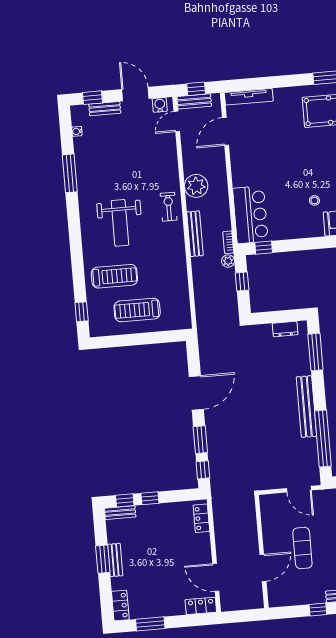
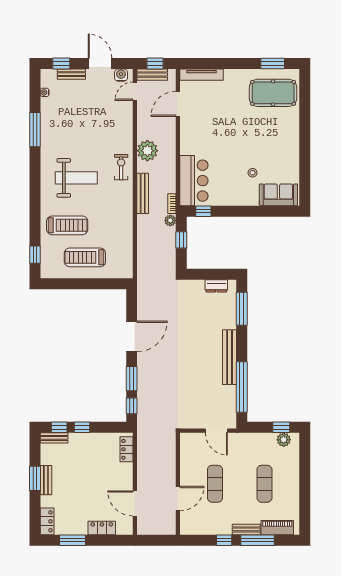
weight bench: (120, 223) -> (76, 178), turned -90
locker: (201, 606) -> (102, 528), moved

